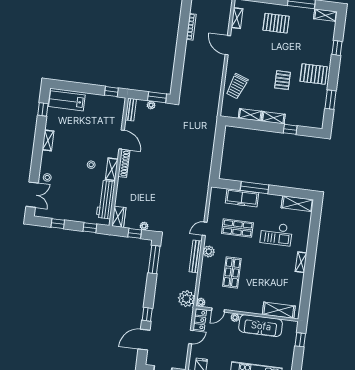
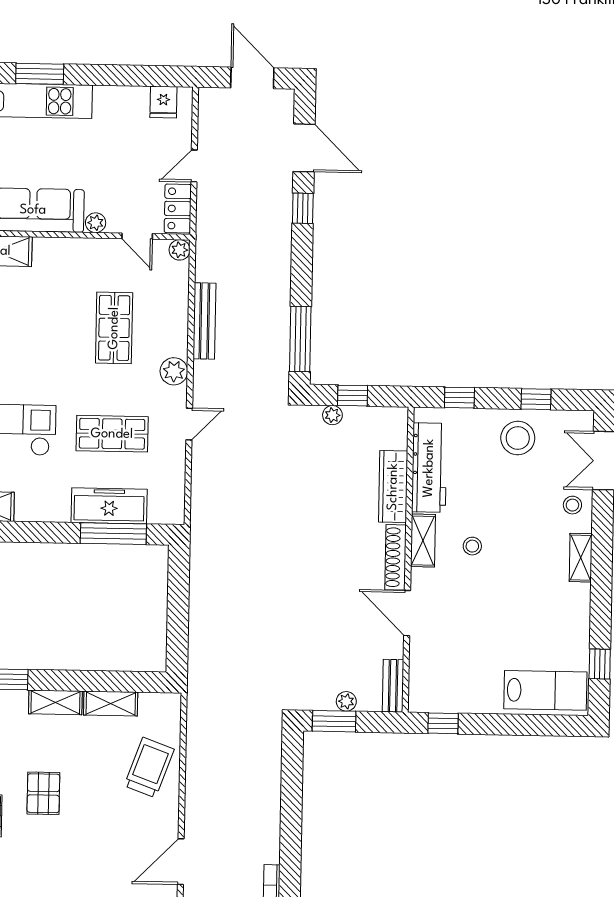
door: (228, 45) -> (181, 862), swing flipped
shelving: (48, 140) -> (581, 558), moved
window: (255, 188) -> (113, 534), moved
stool: (67, 208) -> (518, 438), added
wardrobe: (119, 217) -> (393, 487), moved, width x1.50
bench: (196, 256) -> (204, 321), moved
plant: (186, 299) -> (214, 255), removed
door: (218, 310) -> (137, 236), swing flipped
door: (144, 340) -> (304, 148), hinge flipped

